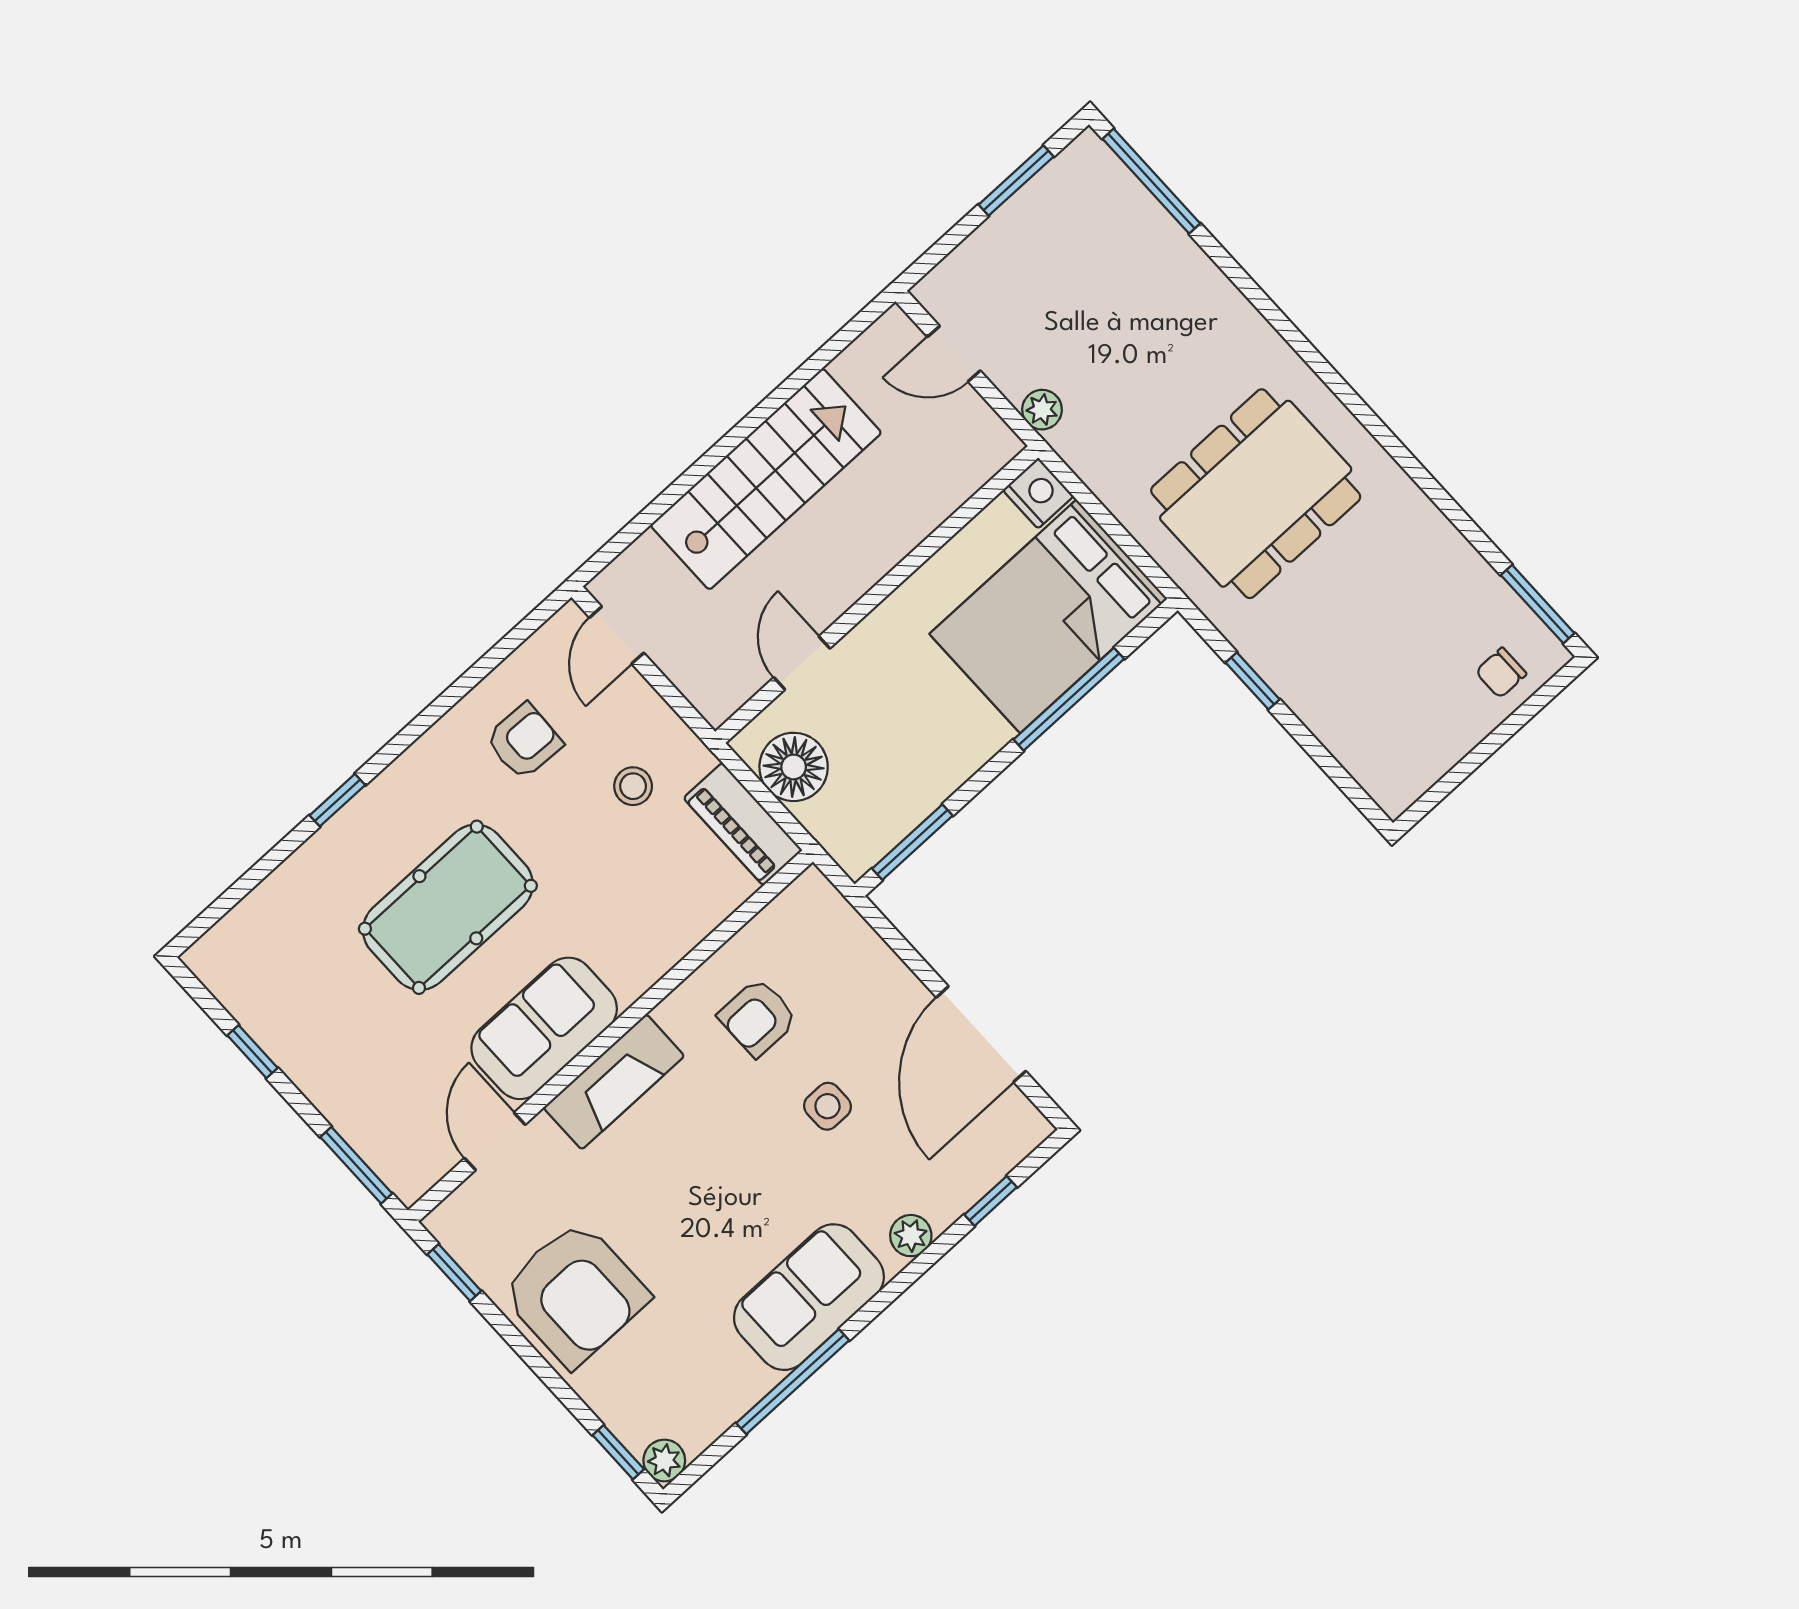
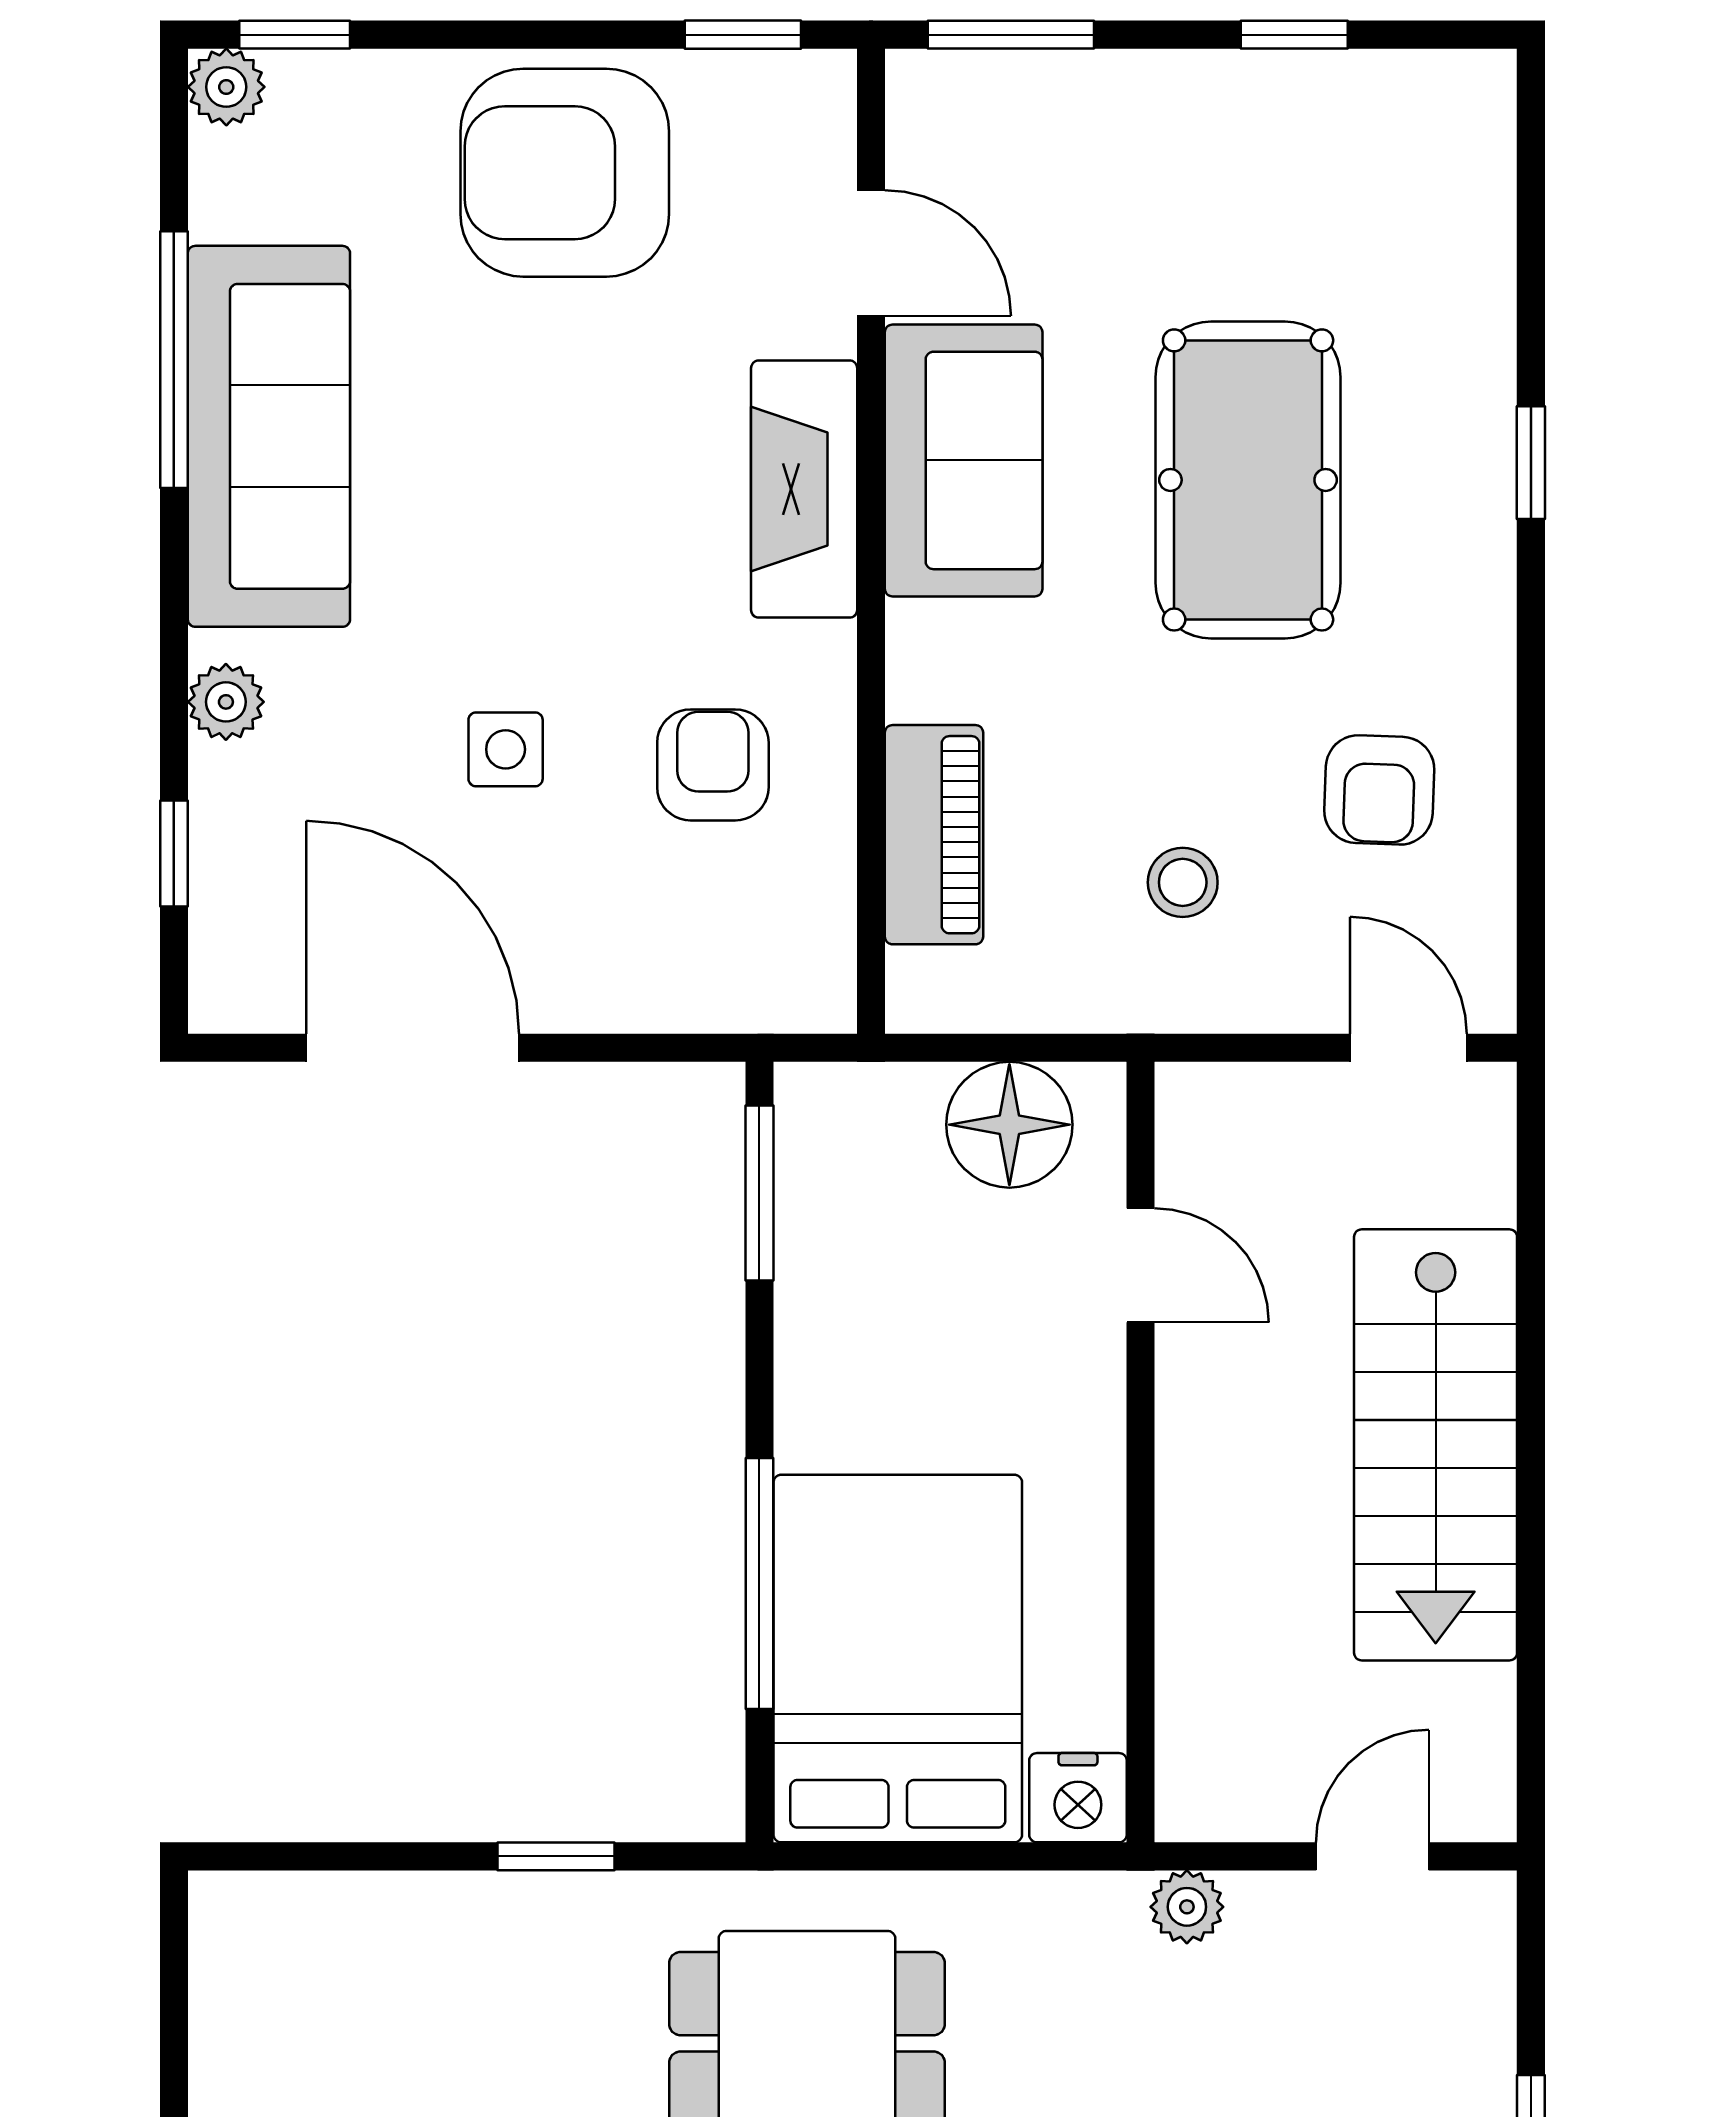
piano: (743, 824) -> (934, 835), moved, turned 90
sofa: (809, 1297) -> (269, 436), width x1.36

